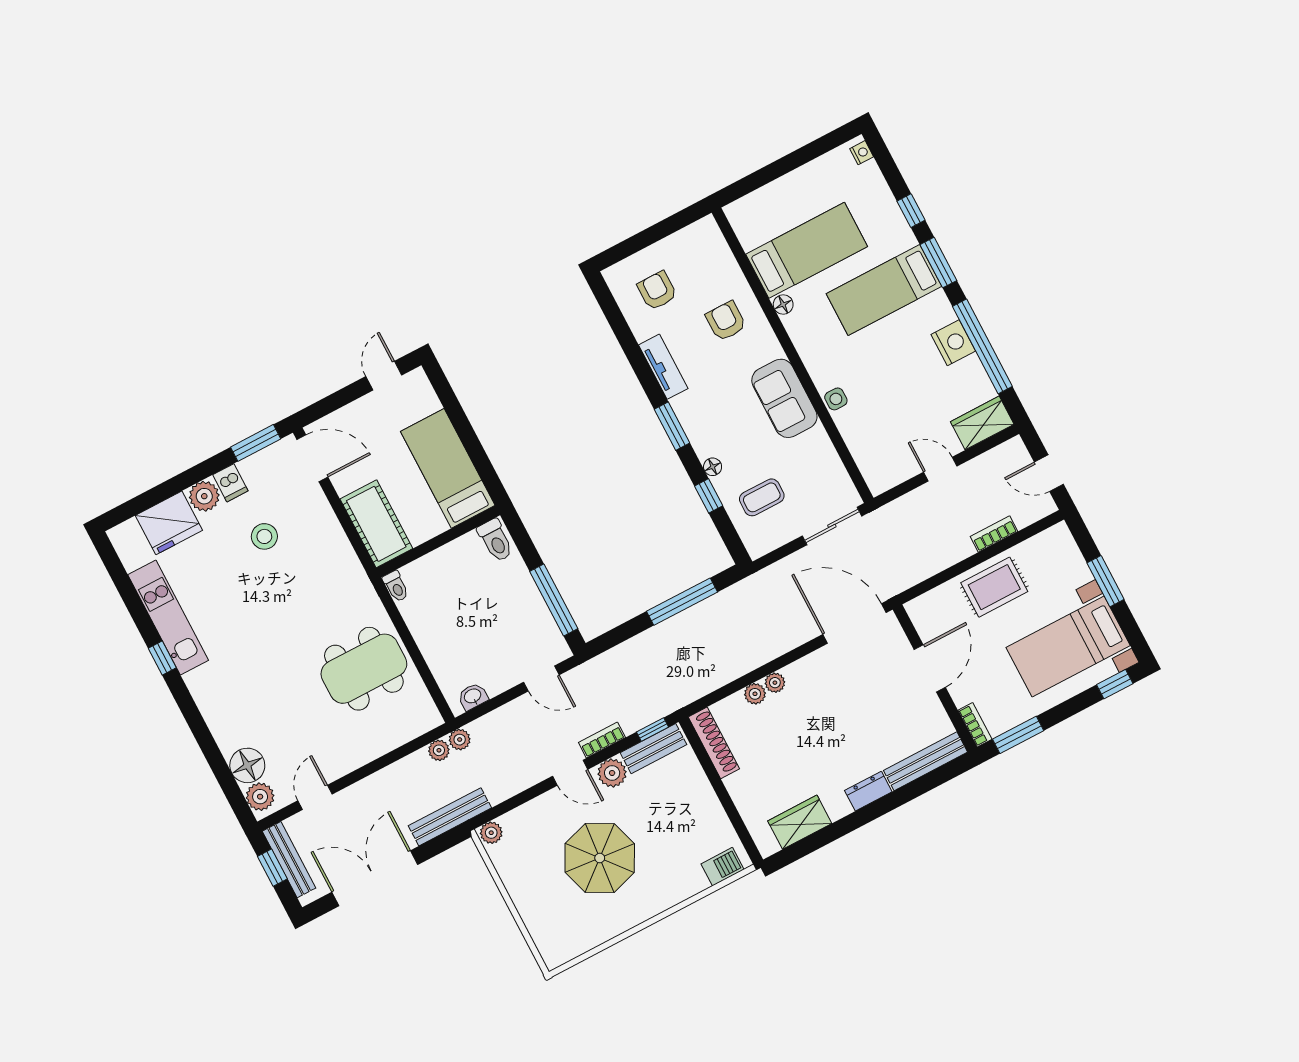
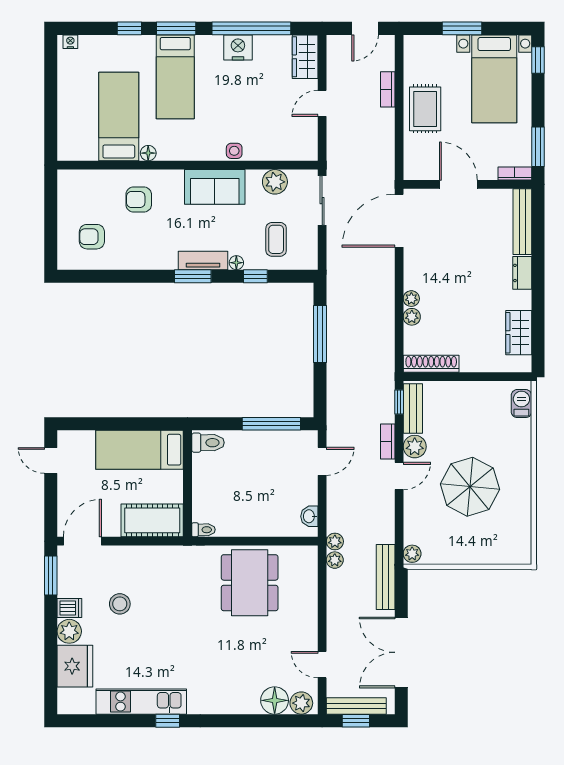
tv unit: (663, 367) -> (203, 260), moved
plant: (825, 462) -> (275, 182), added

